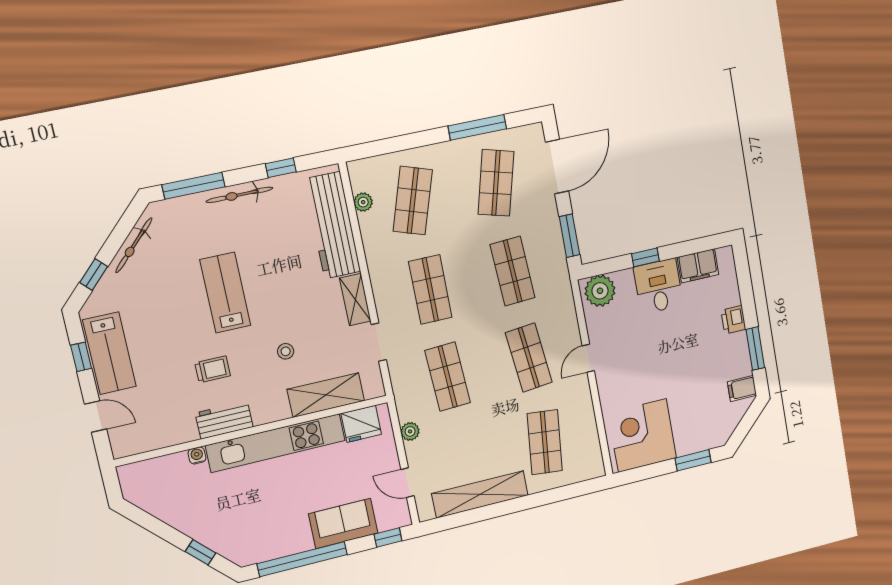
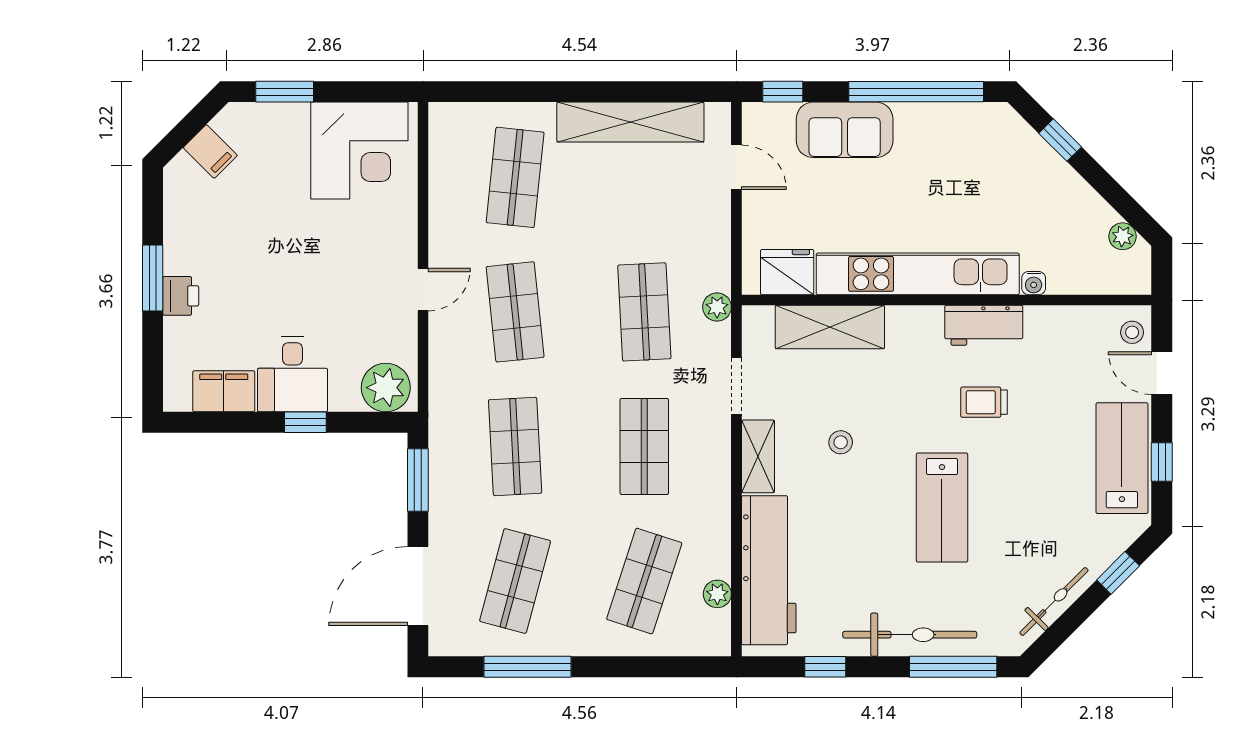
bicycle: (240, 195) -> (910, 635), width x1.37, depth x1.40
window: (755, 349) -> (153, 278), moved
stool: (286, 351) -> (841, 442), moved
filing cabinet: (742, 388) -> (210, 151), moved, turned 45
plant: (410, 431) -> (717, 307), moved
stool: (122, 439) -> (1132, 332), added
plant: (144, 500) -> (1123, 236), added

